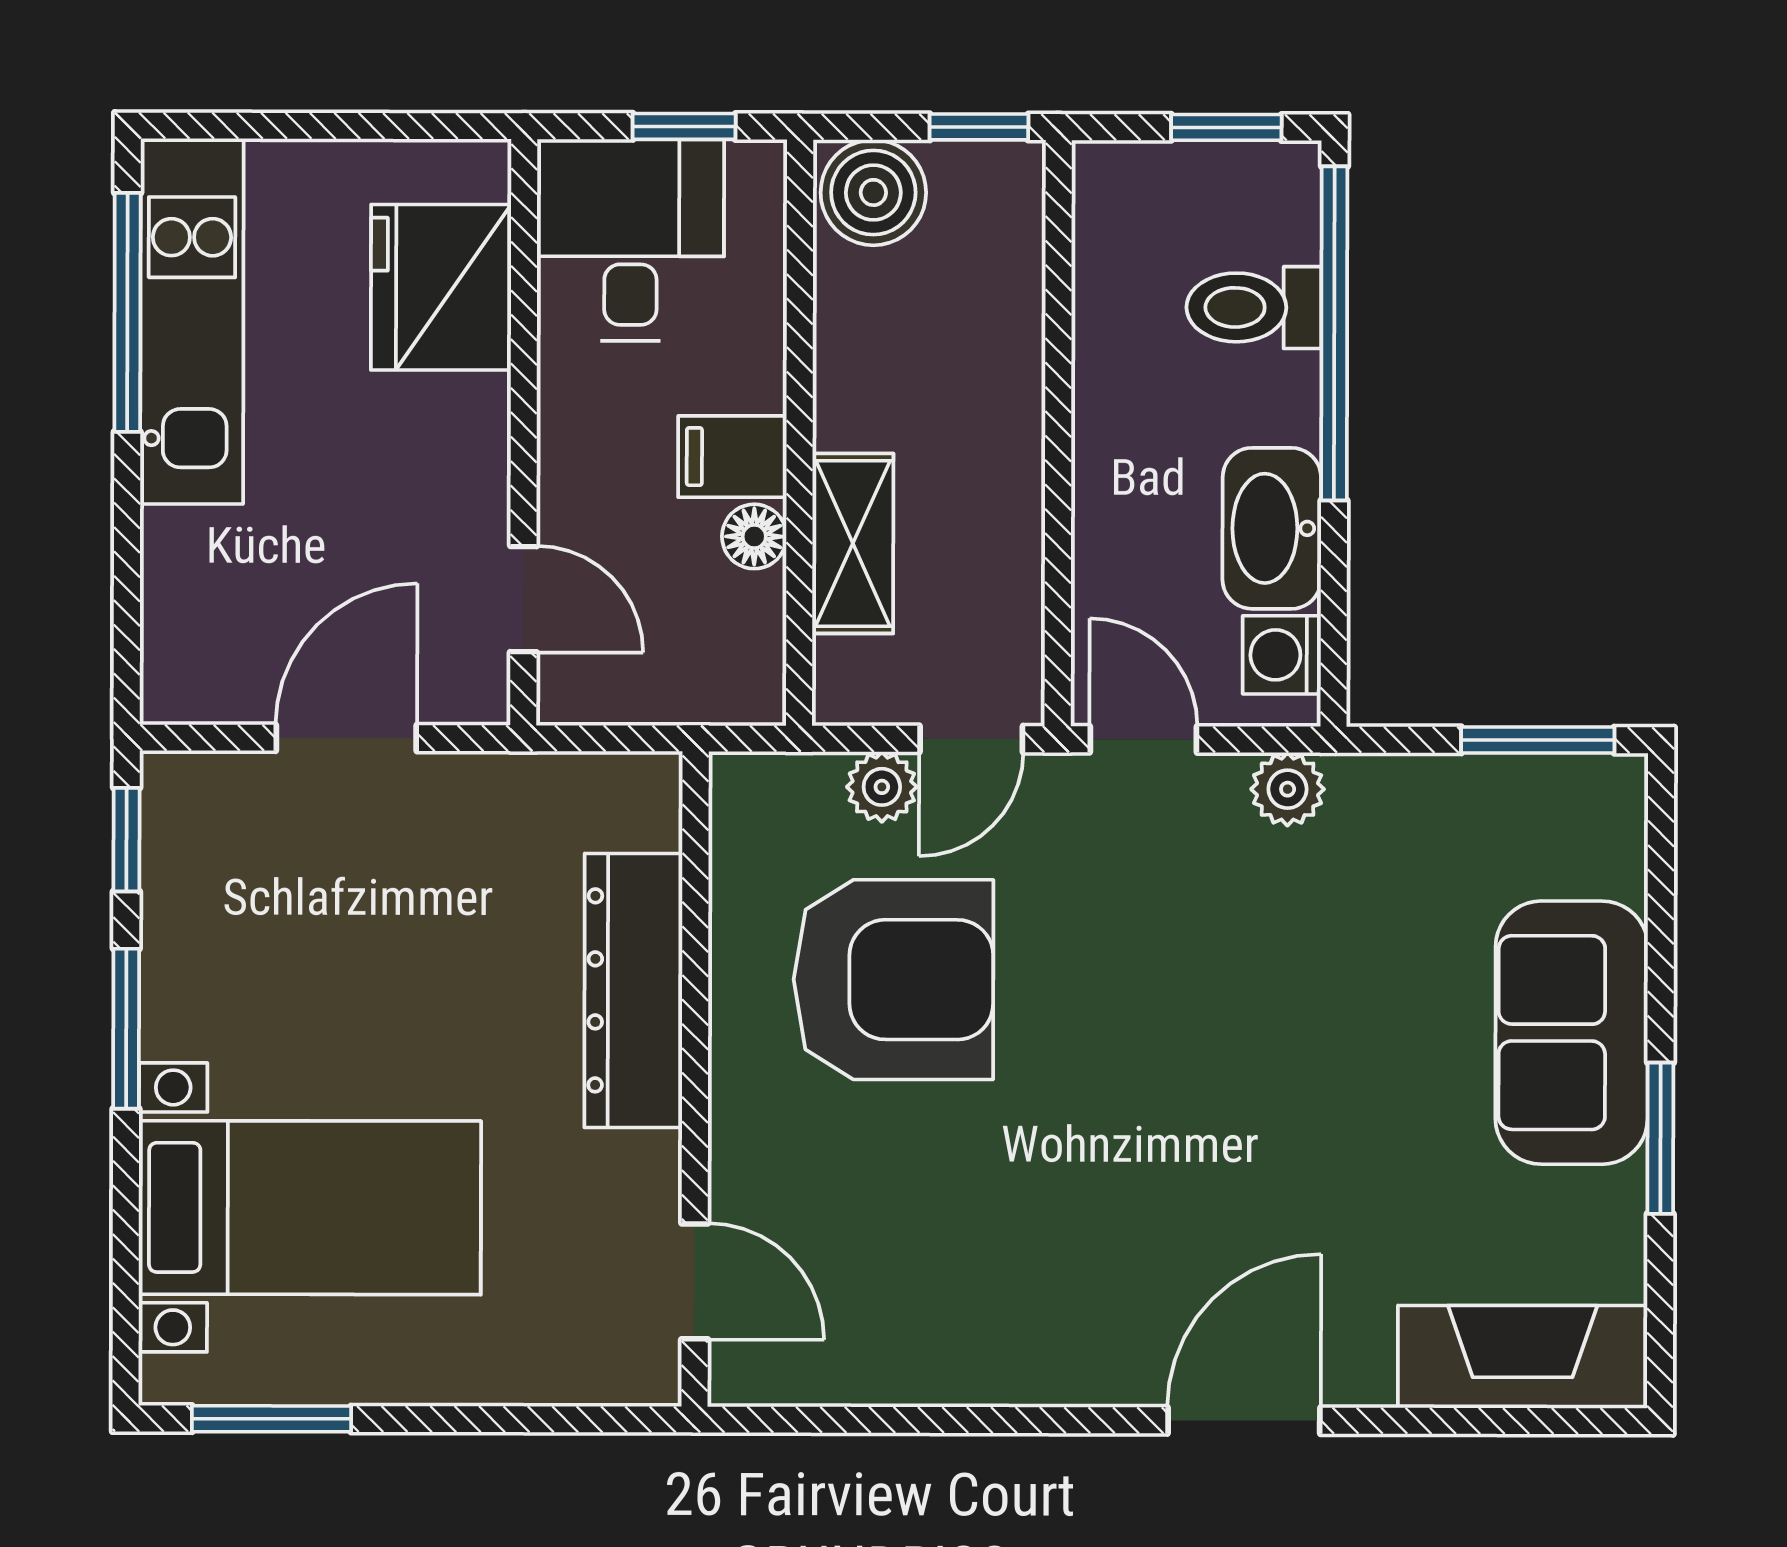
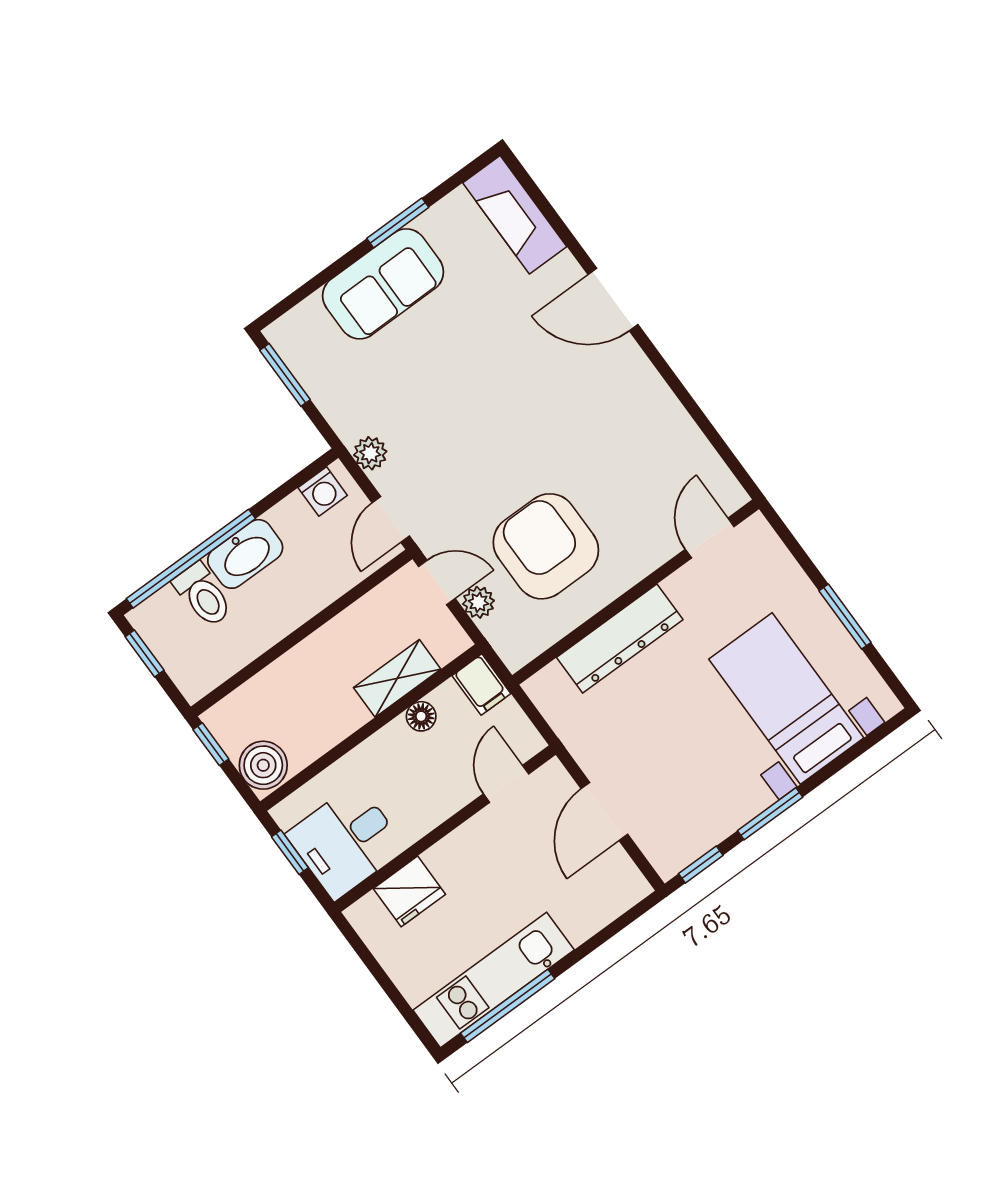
fridge: (441, 287) -> (409, 891), width x0.73, depth x0.75
filing cabinet: (732, 457) -> (481, 685), moved
washbasin: (1272, 528) -> (245, 554), moved
door: (346, 738) -> (604, 811), hinge flipped
window: (271, 1419) -> (845, 617), moved

